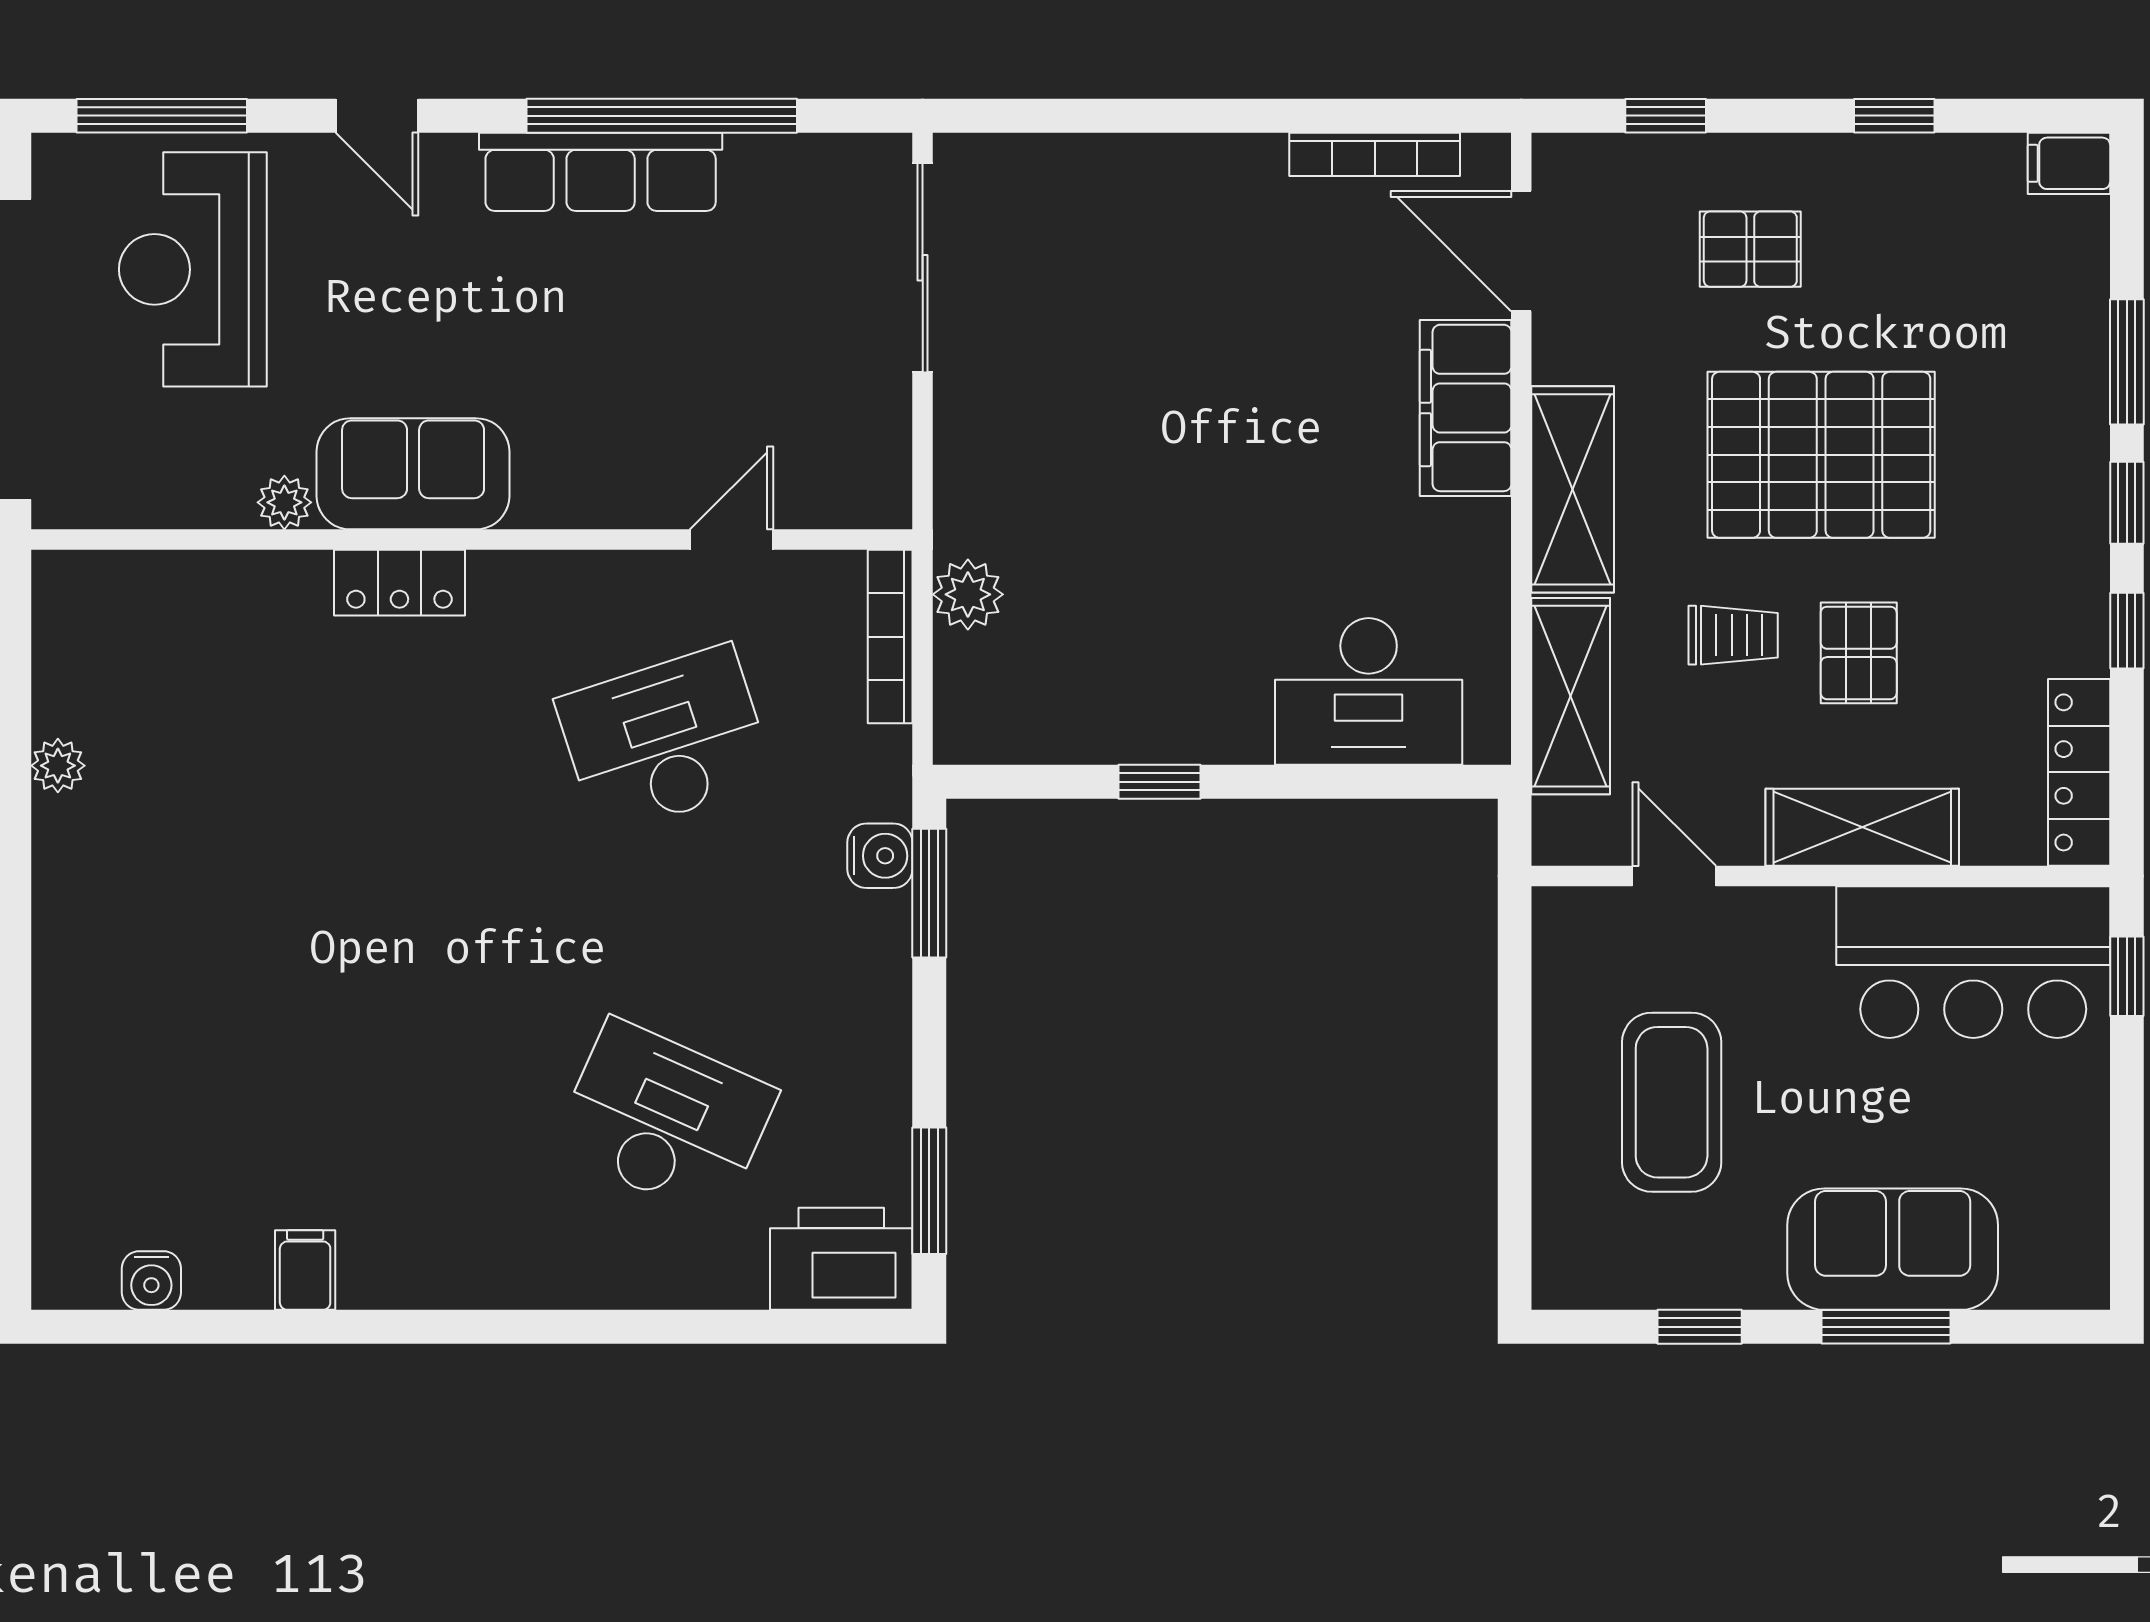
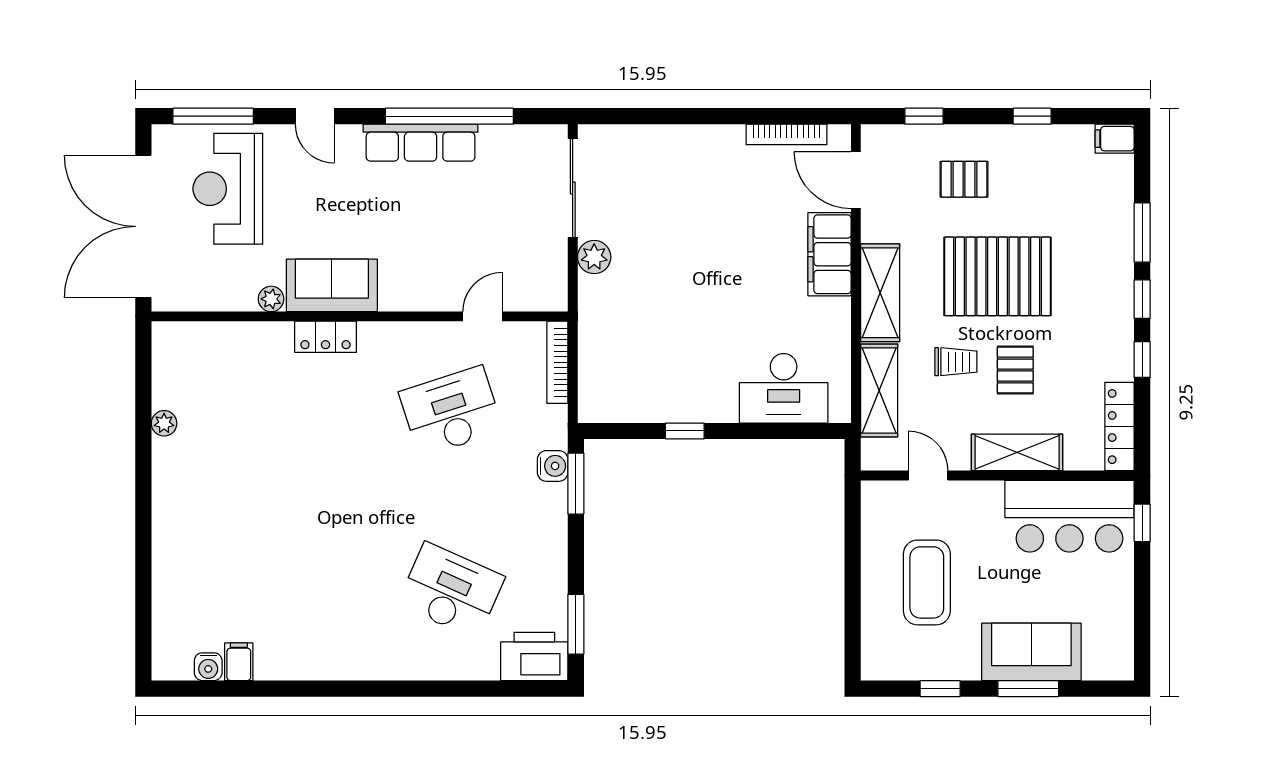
plant: (968, 594) -> (594, 257), moved
filing cabinet: (305, 1270) -> (239, 662), moved

